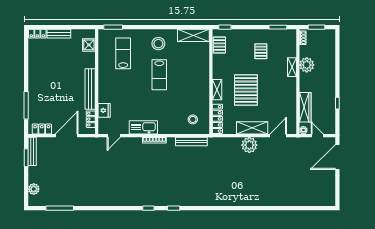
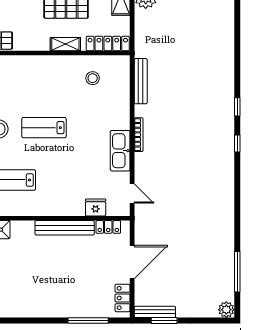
lab bench: (159, 75) -> (44, 128), turned 180
stool: (193, 119) -> (93, 78), moved
door: (67, 136) -> (132, 262), swing flipped
plant: (34, 189) -> (226, 310), moved

